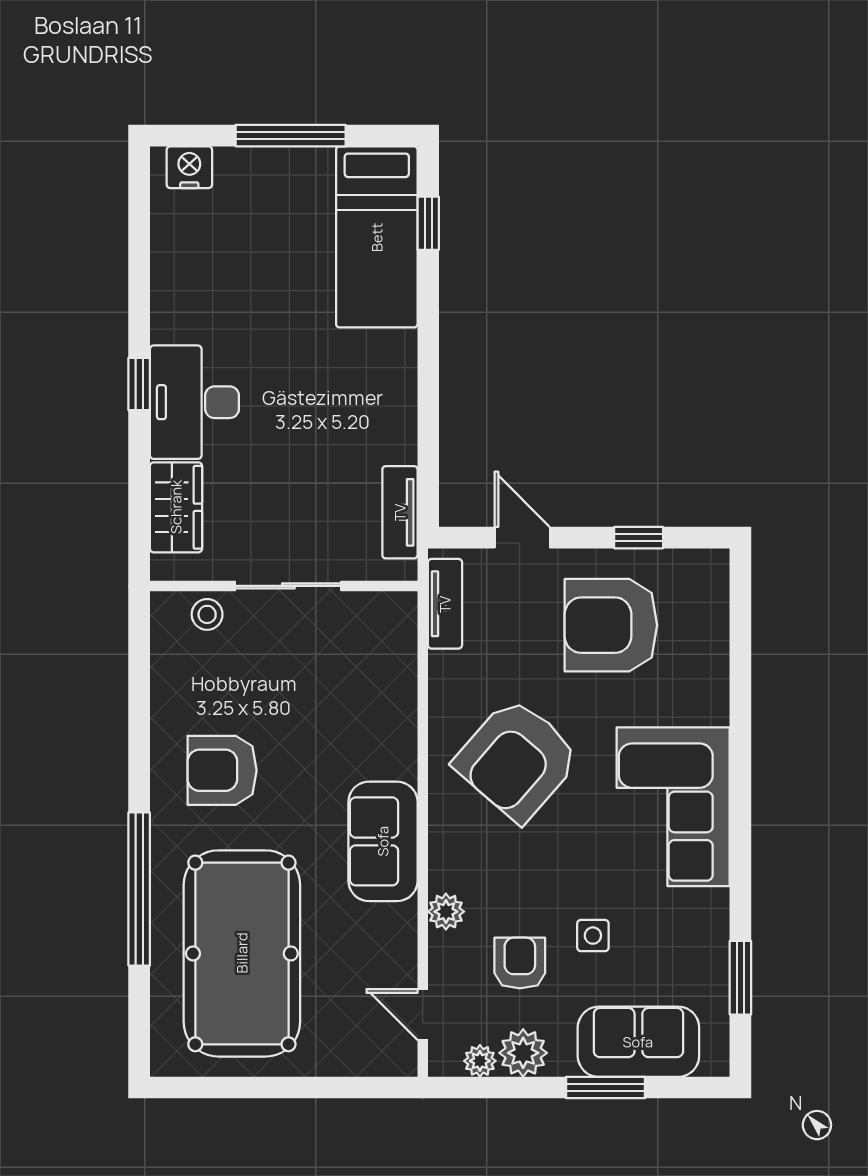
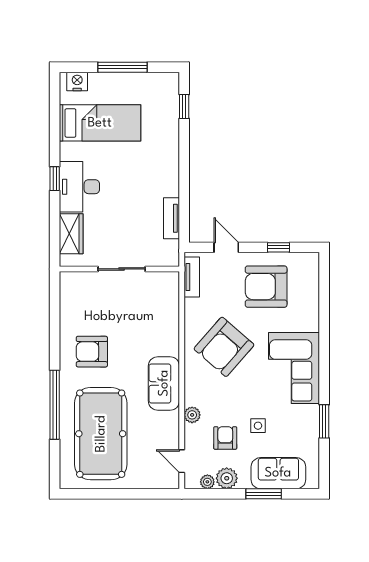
bed: (377, 237) -> (100, 123), moved, turned -90
tv unit: (400, 512) -> (172, 218), moved
stool: (207, 614) -> (85, 282), removed
window: (740, 978) -> (324, 421), moved

